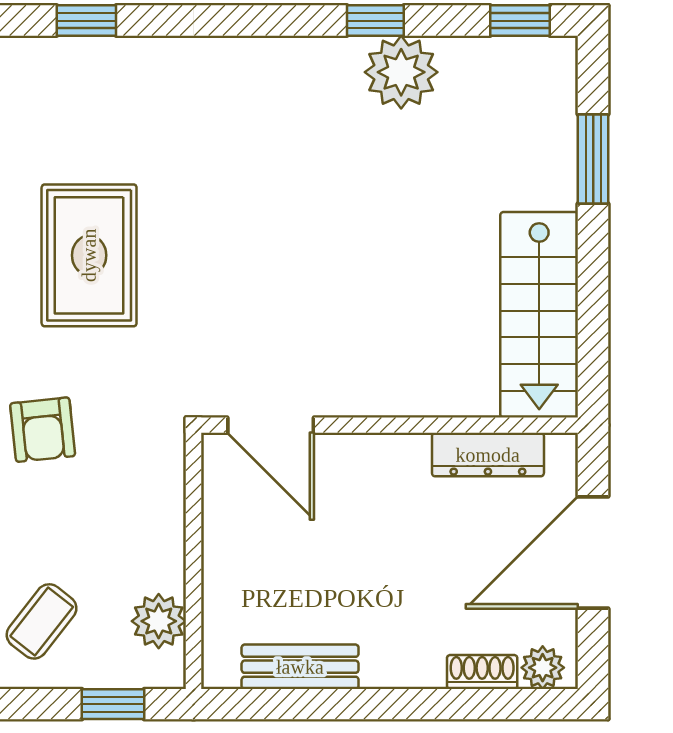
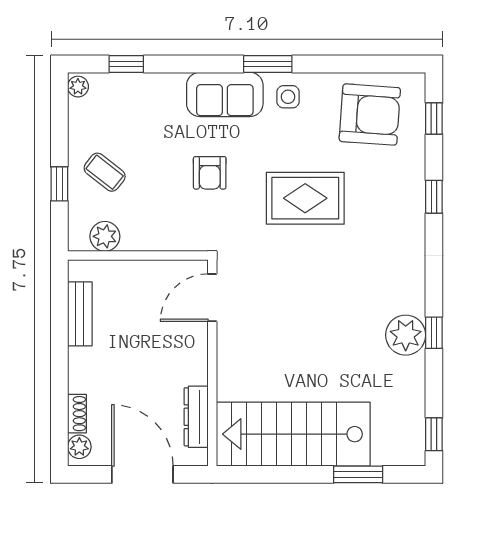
window: (375, 21) -> (434, 333), moved
plant: (401, 72) -> (406, 335), moved
stairs: (539, 315) -> (293, 434), width x1.36, depth x1.51
armchair: (43, 430) -> (210, 173), turned -84
window: (113, 704) -> (59, 184), moved

